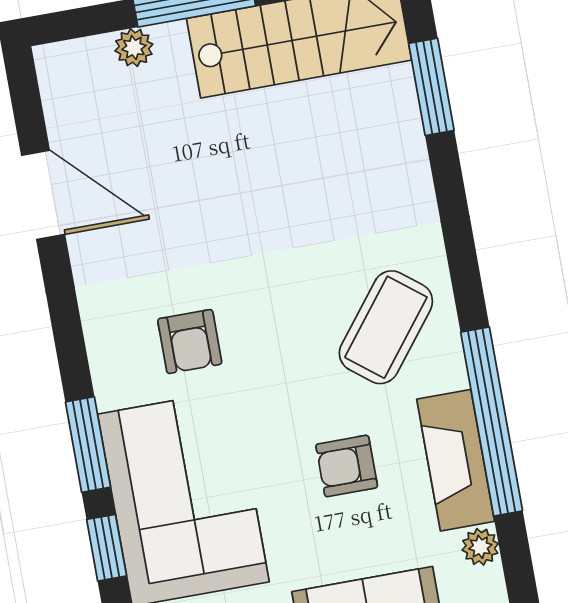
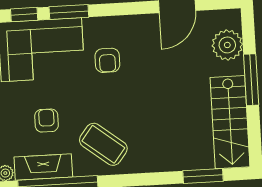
plant: (134, 48) -> (227, 45), width x1.88, depth x1.88
armchair: (190, 341) -> (107, 60), turned -90

